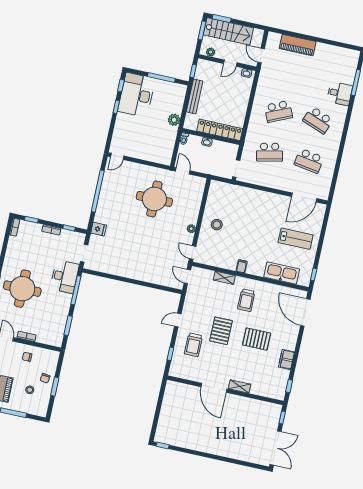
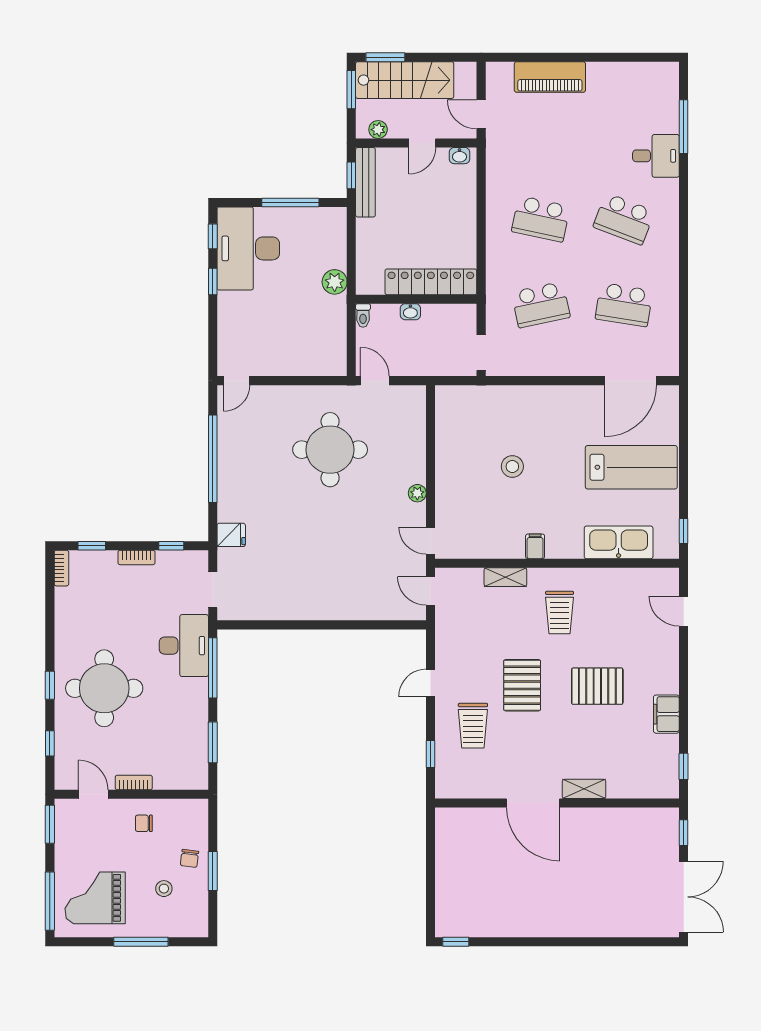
bench: (195, 96) -> (365, 182), moved
school desk: (278, 111) -> (541, 219), turned 36
stool: (217, 225) -> (512, 466), moved
lab bench: (296, 239) -> (631, 467), width x1.36, depth x1.39
door: (305, 312) -> (684, 611), width x0.53

